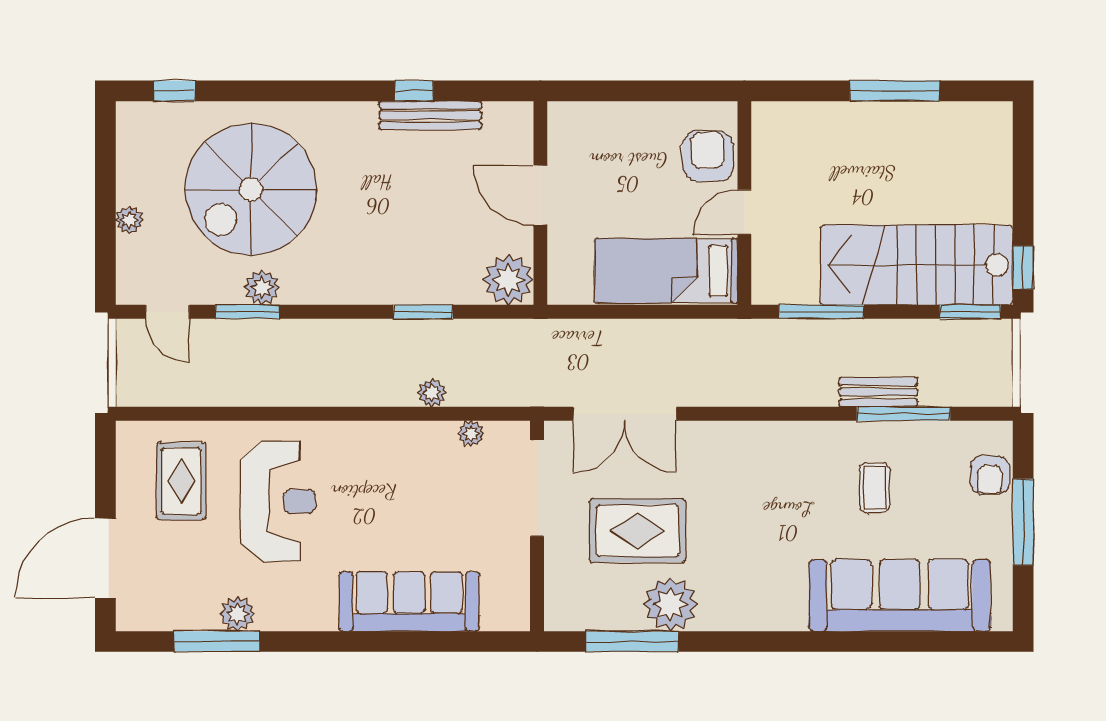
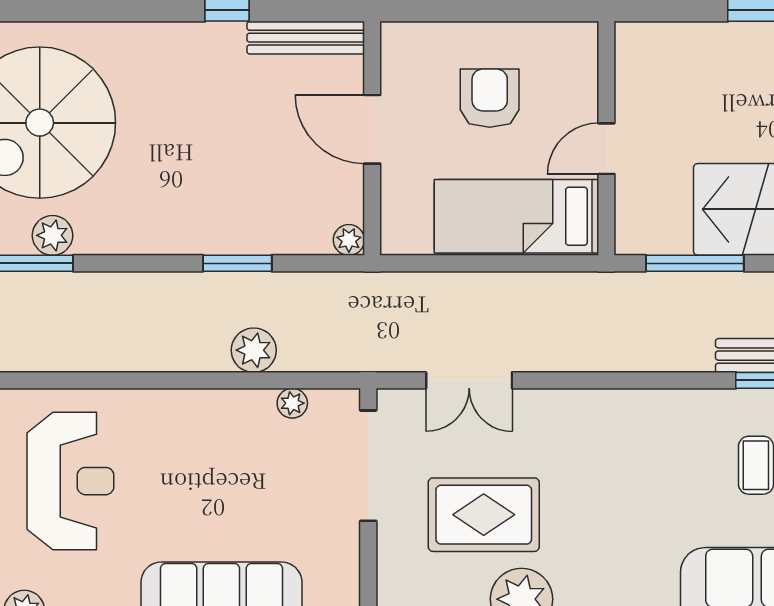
bench: (431, 115) -> (306, 38), moved
armchair: (708, 156) -> (490, 98), moved
plant: (508, 280) -> (349, 240), width x0.53, depth x0.53
plant: (432, 393) -> (254, 350), width x1.38, depth x1.38
double door: (625, 414) -> (469, 380), width x0.73

